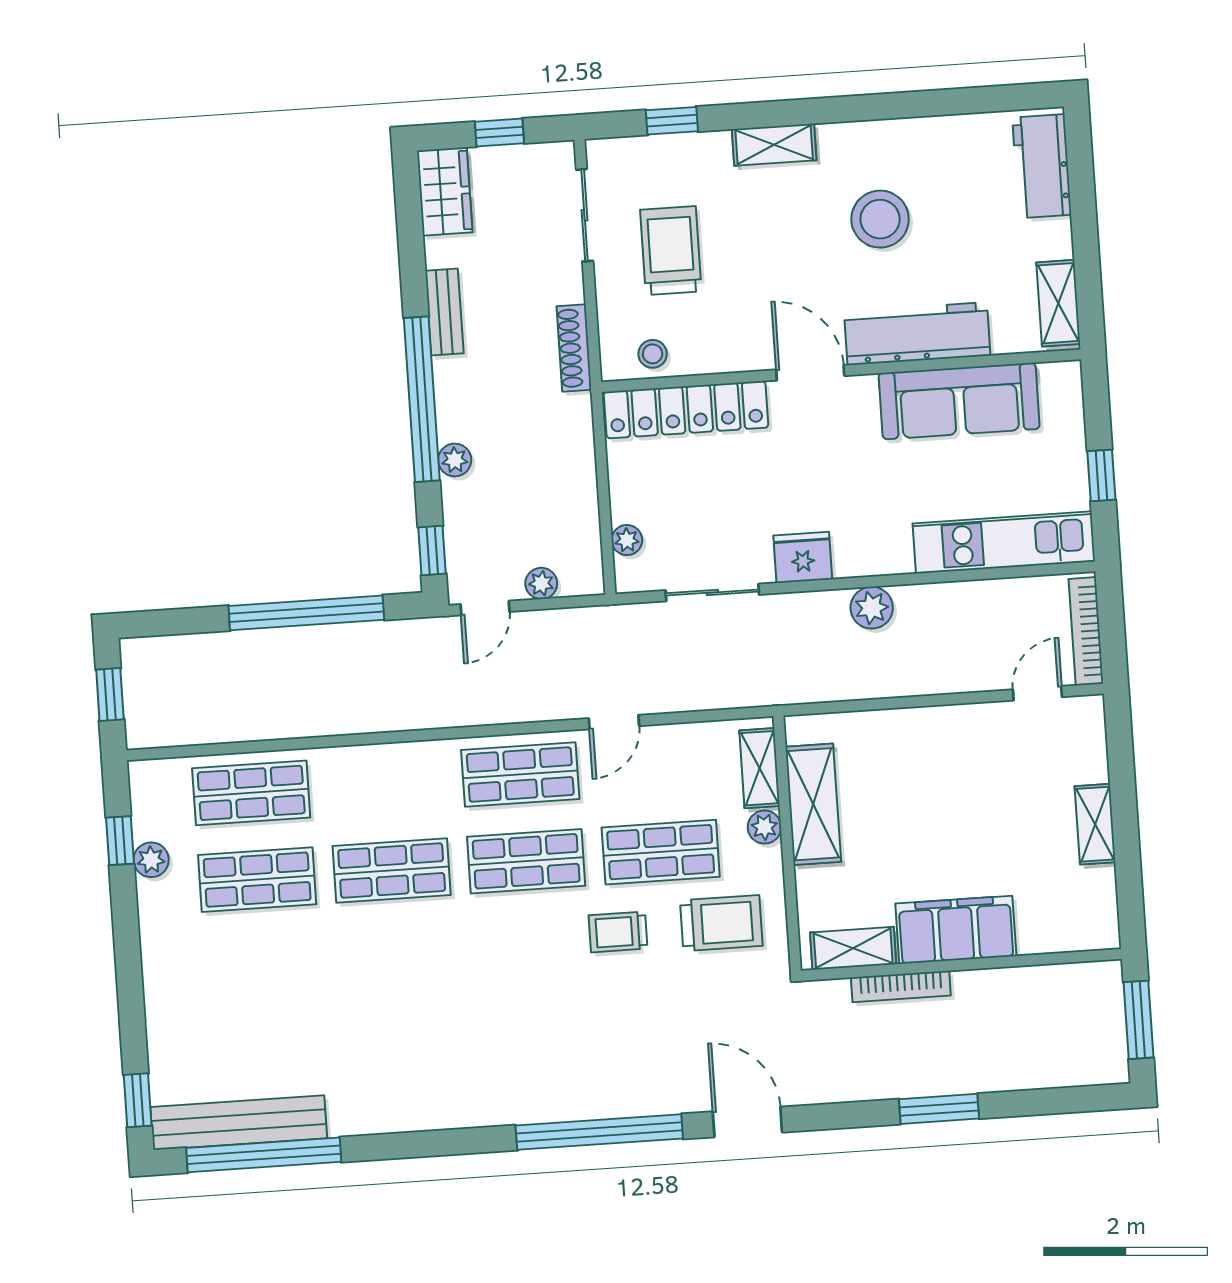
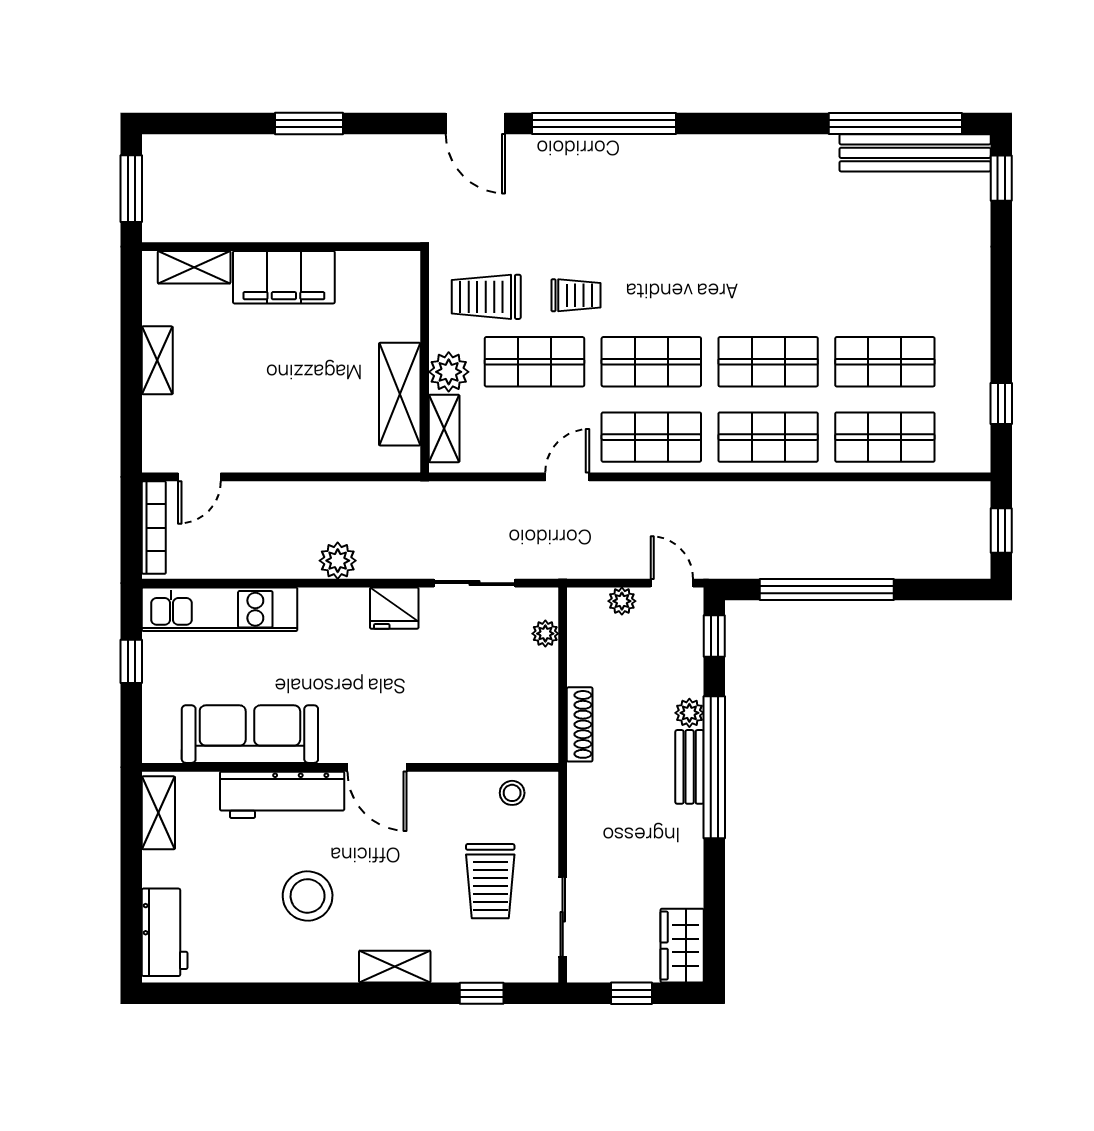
bench: (444, 312) -> (690, 767), moved
shoe rack: (574, 348) -> (580, 724), moved
locker: (686, 410) -> (487, 743), removed
door: (485, 608) -> (672, 583), hinge flipped
shop shelf: (386, 784) -> (768, 437), added
plant: (764, 827) -> (449, 372), width x1.38, depth x1.38
plant: (151, 860) -> (975, 385), removed
shelving: (853, 948) -> (194, 267), moved
bookcase: (901, 986) -> (335, 232), removed

